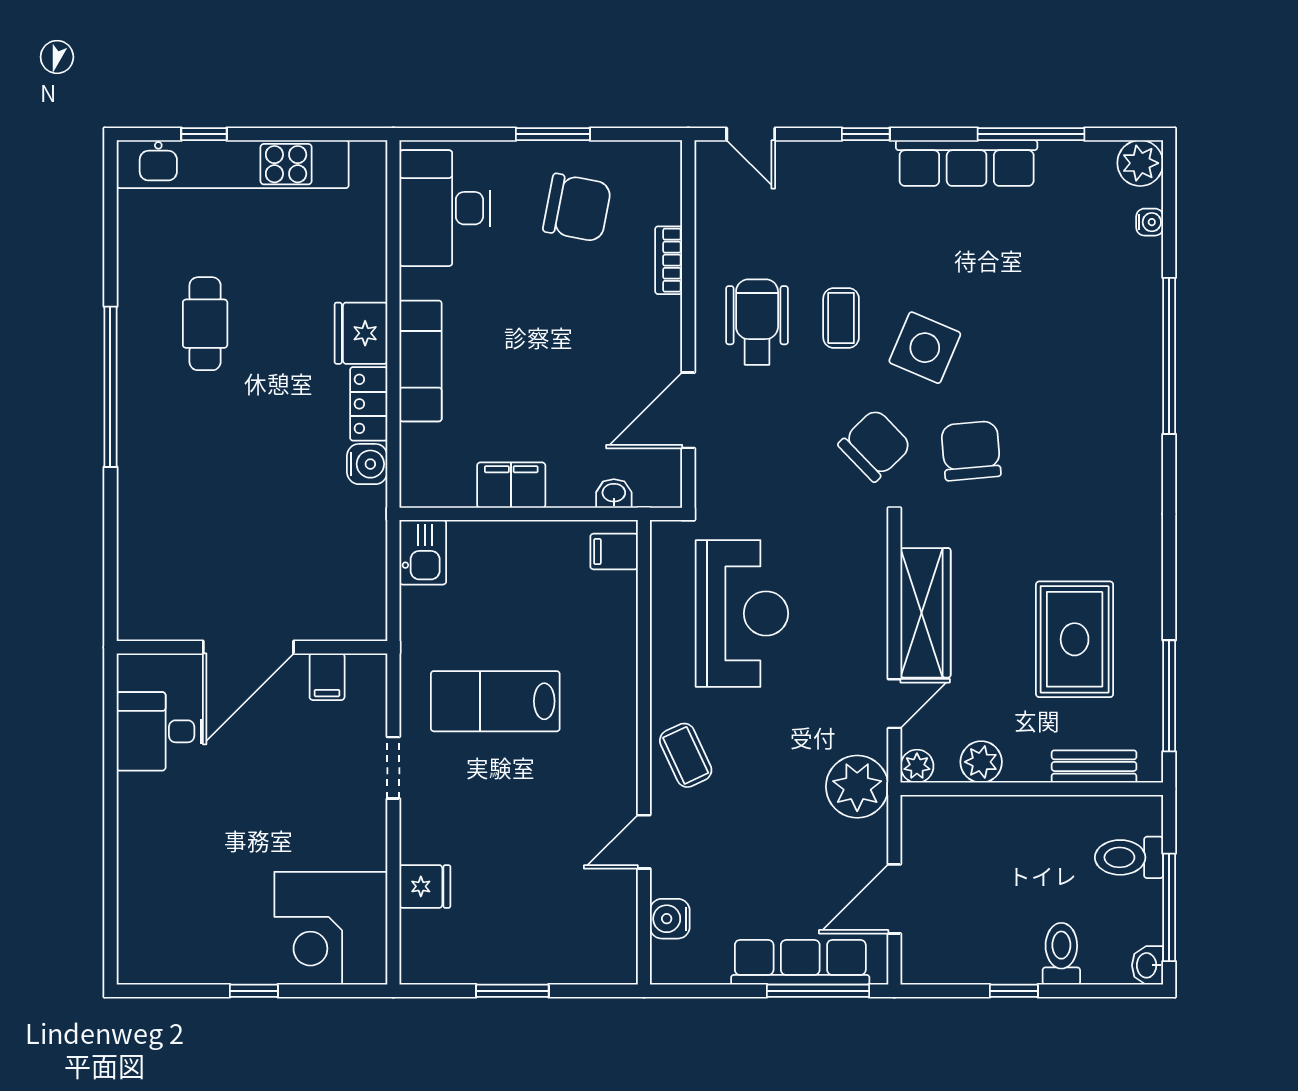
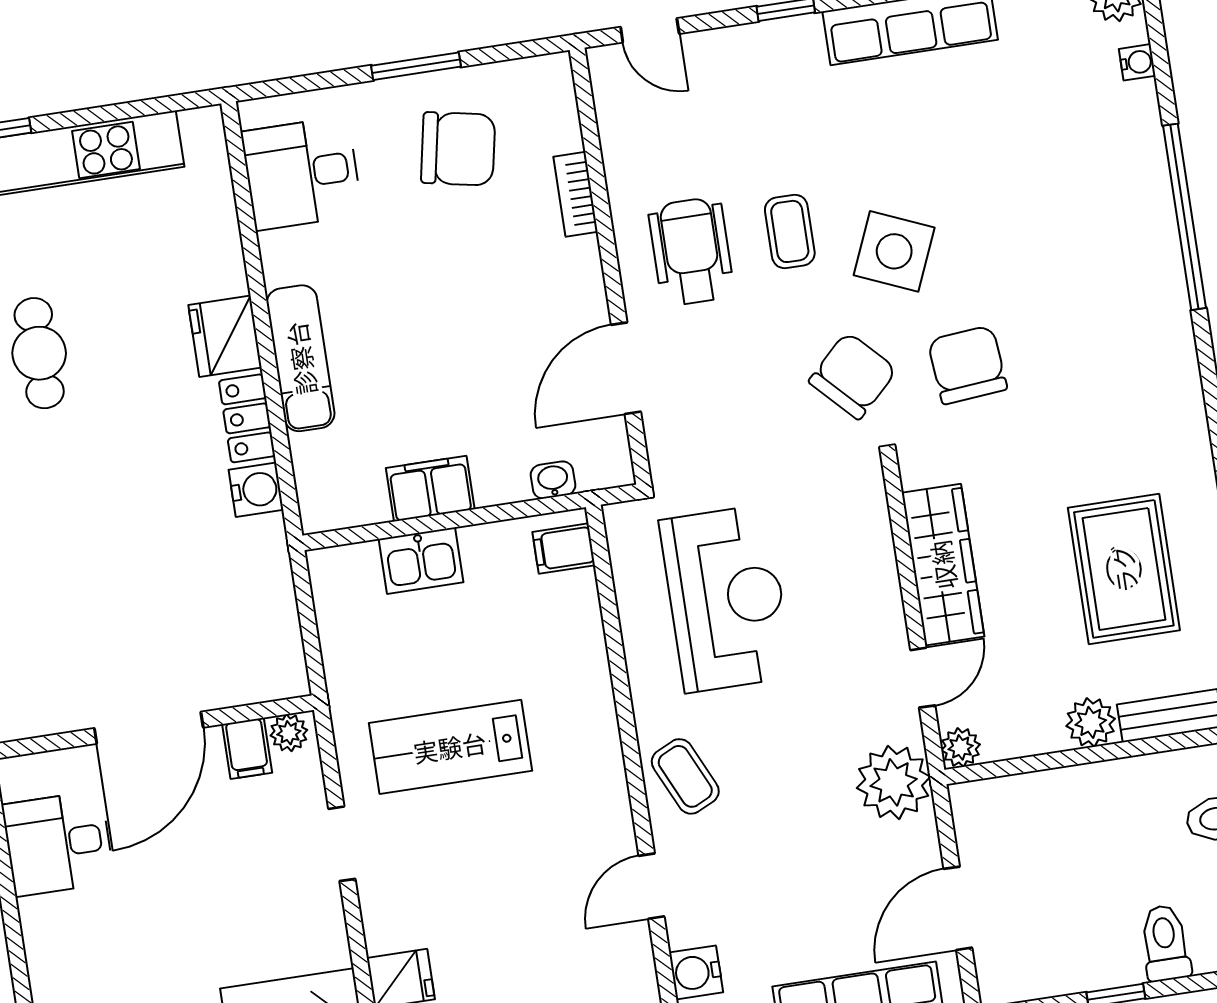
desk: (445, 208) -> (302, 173), width x0.73
kitchen sink: (423, 552) -> (421, 561), moved, turned 90
plant: (363, 669) -> (289, 733), added
plant: (981, 762) -> (1091, 722), moved

